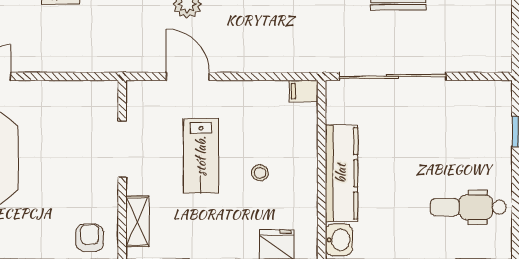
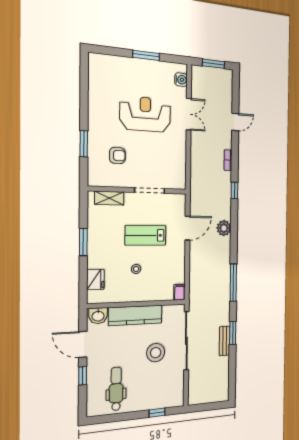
stool: (410, 135) -> (156, 353), added
armchair: (90, 238) -> (117, 156), moved

